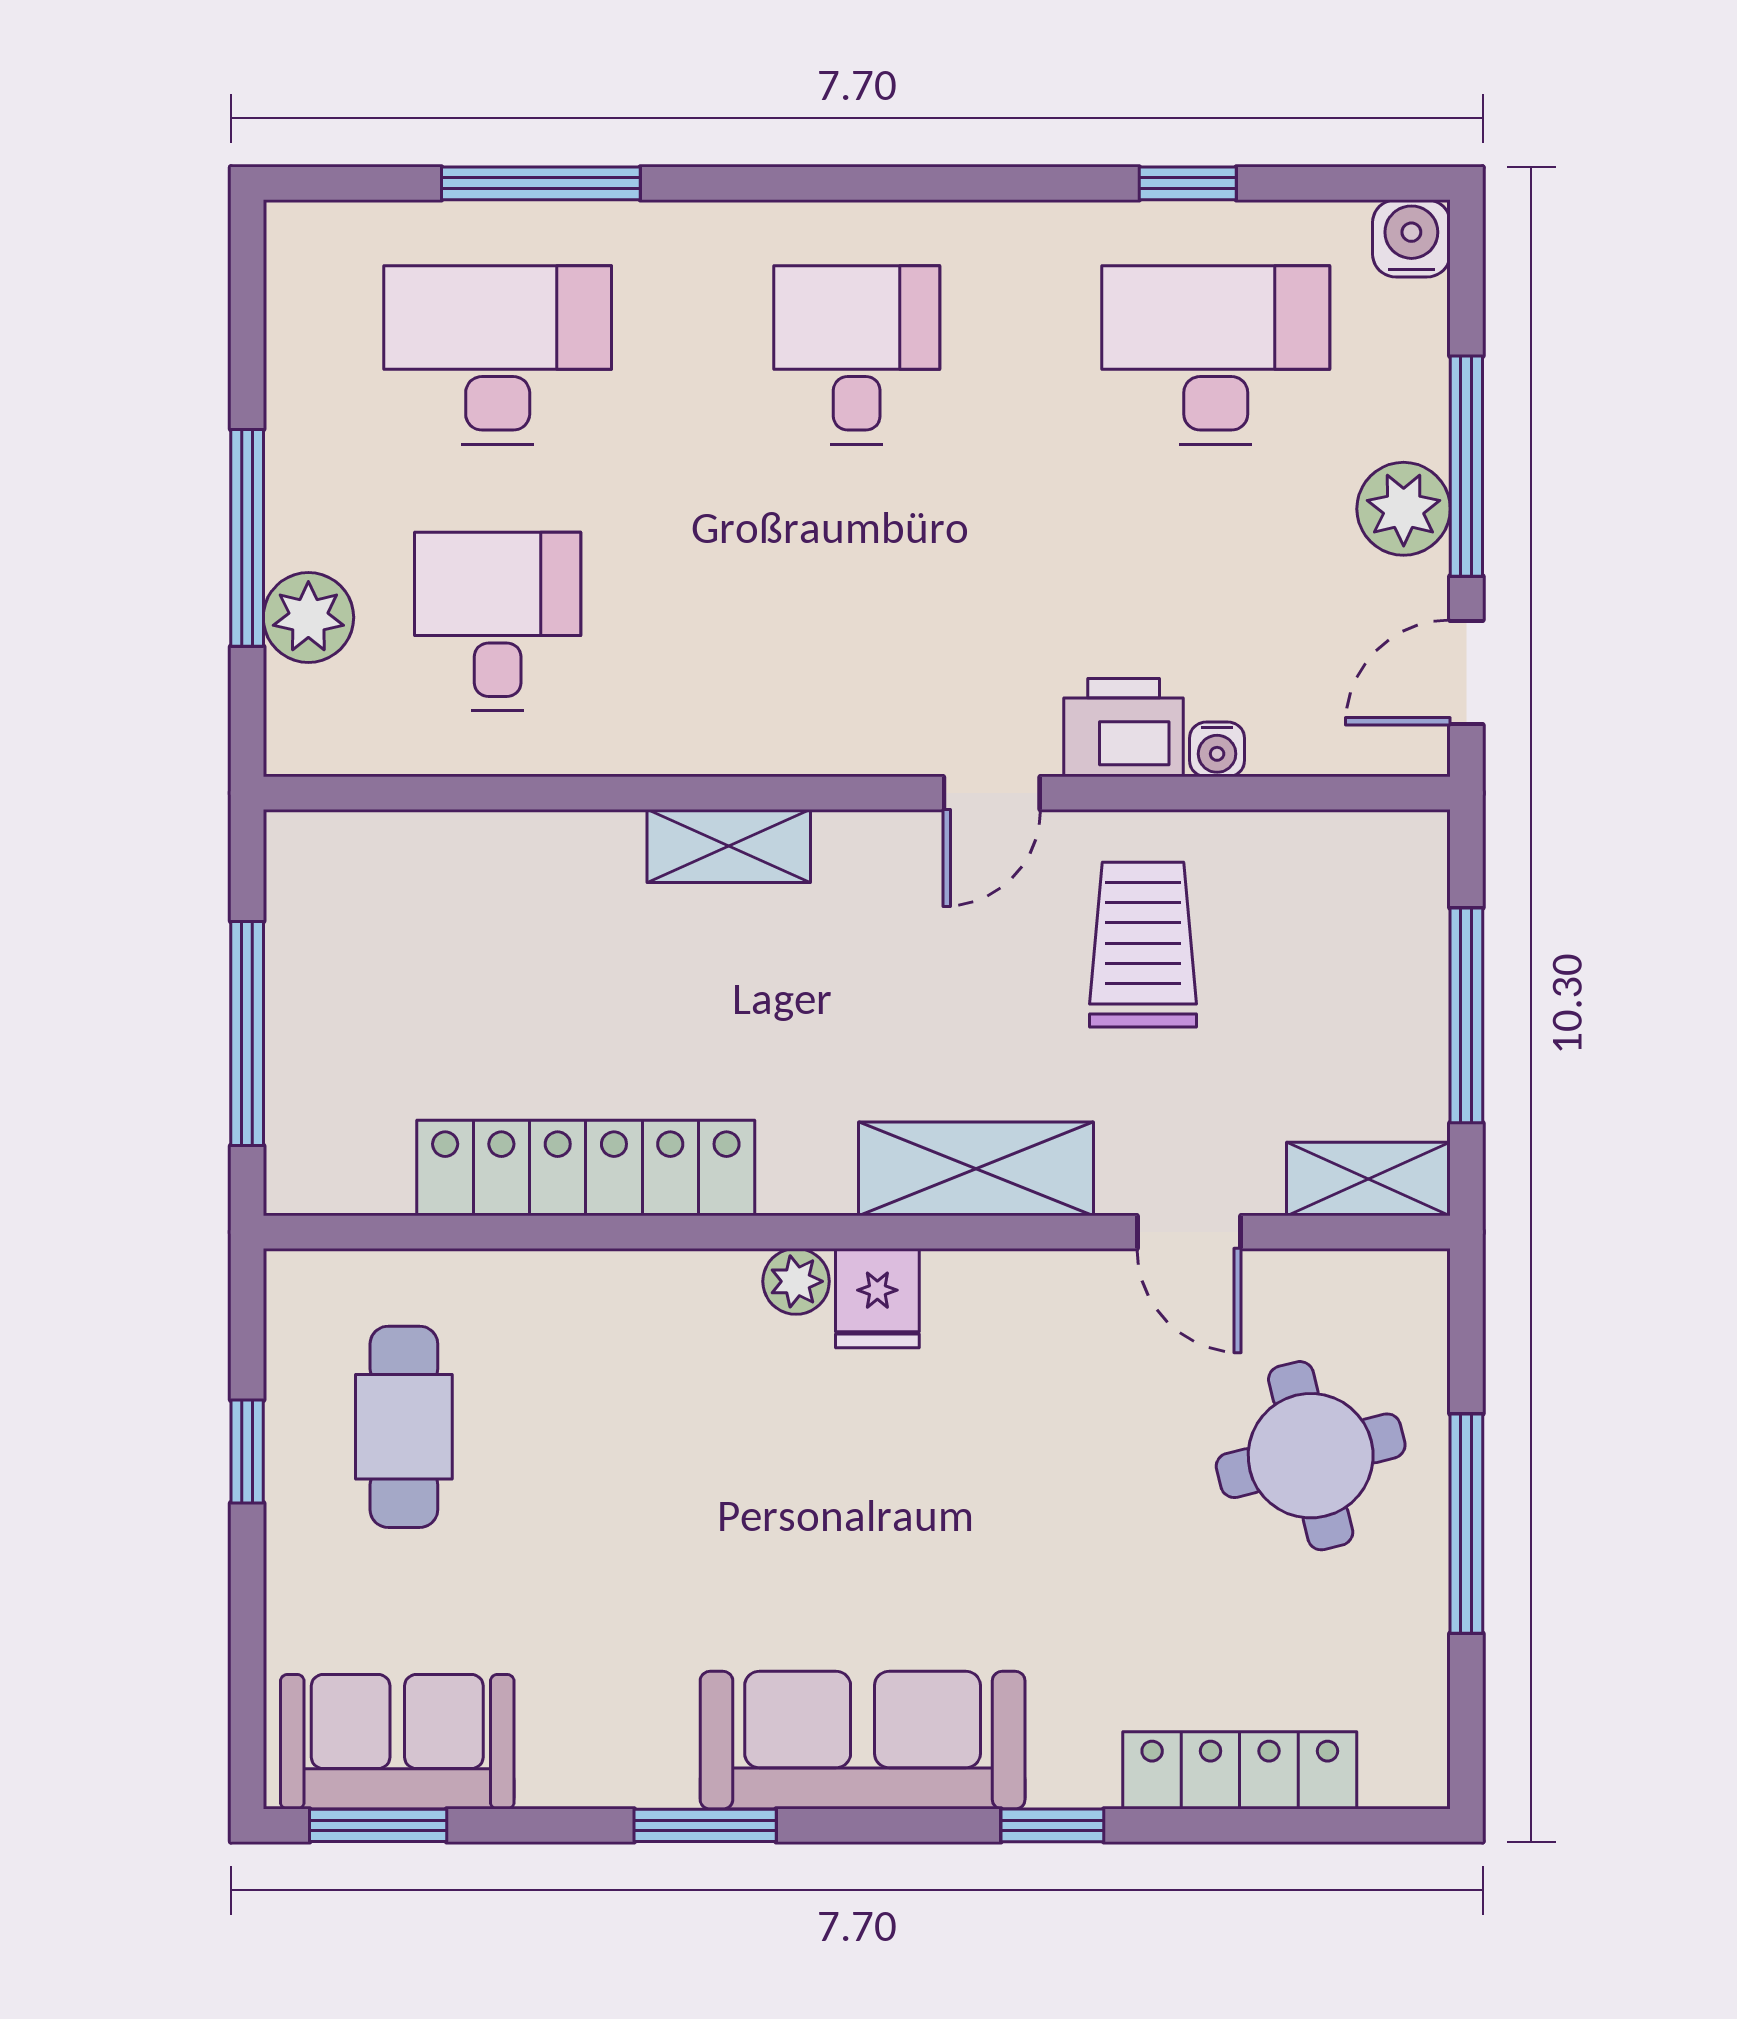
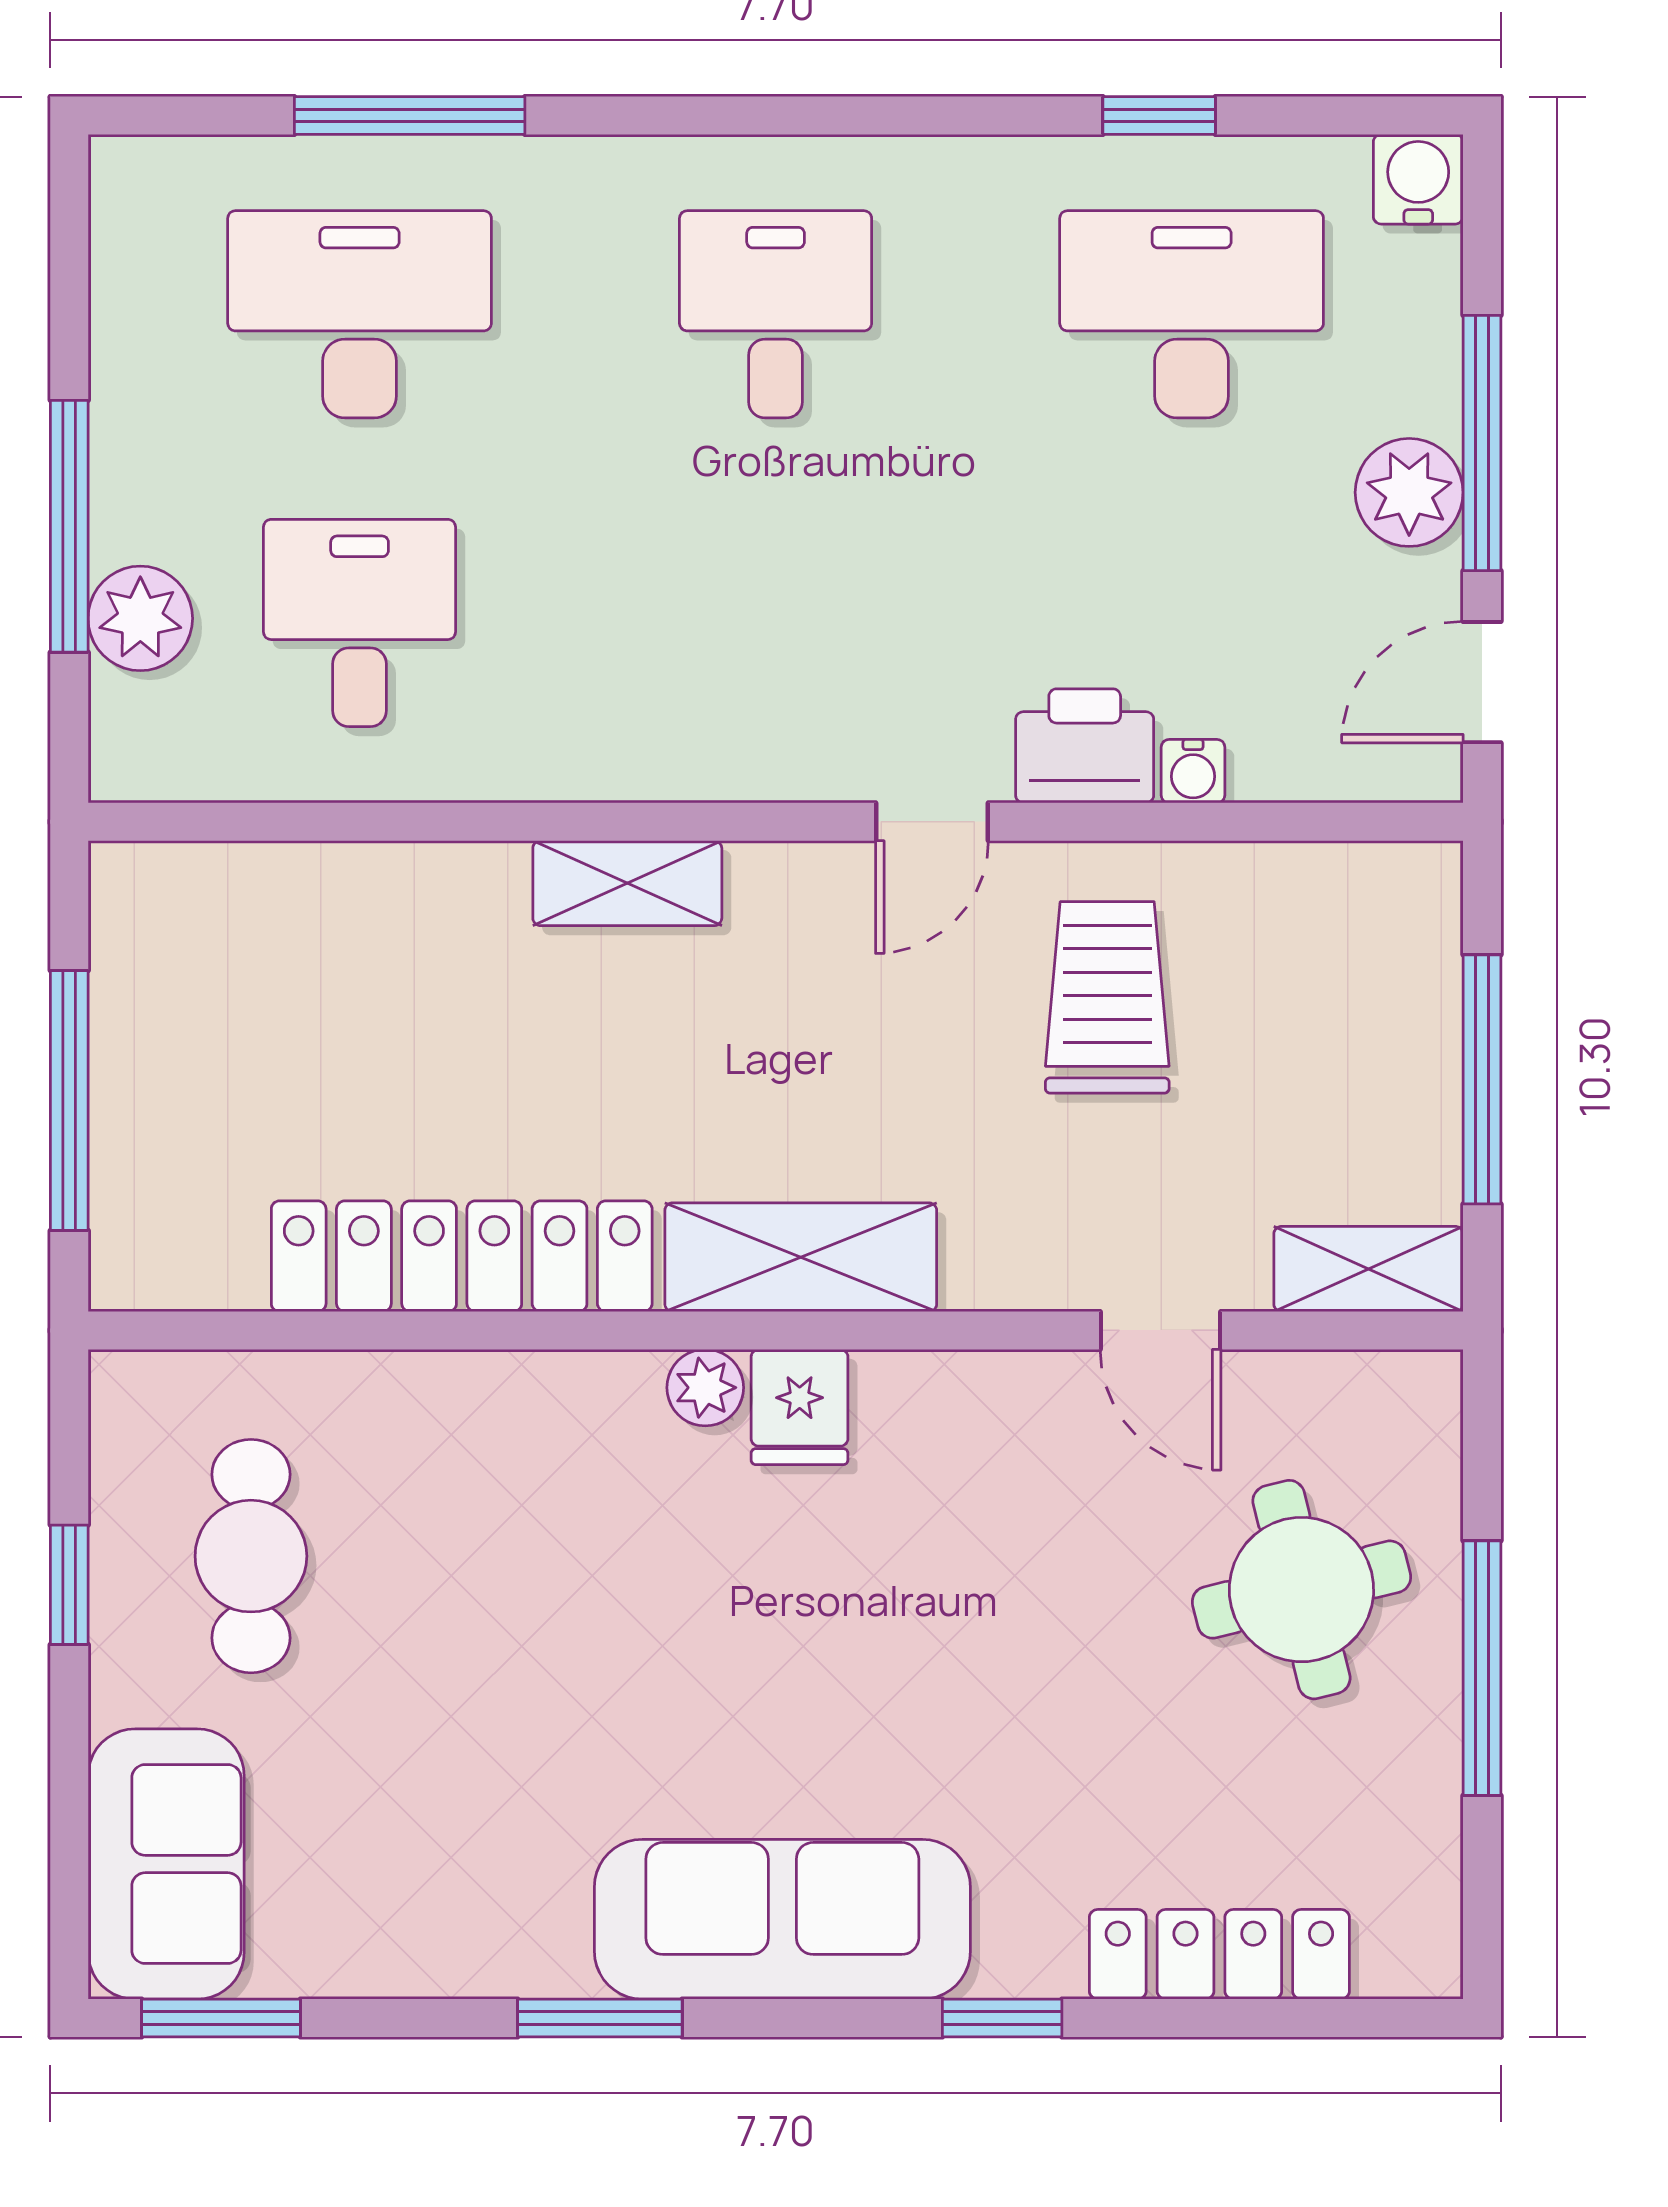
shelving: (976, 1169) -> (801, 1257), moved
sofa: (397, 1742) -> (166, 1864), moved, turned 90

